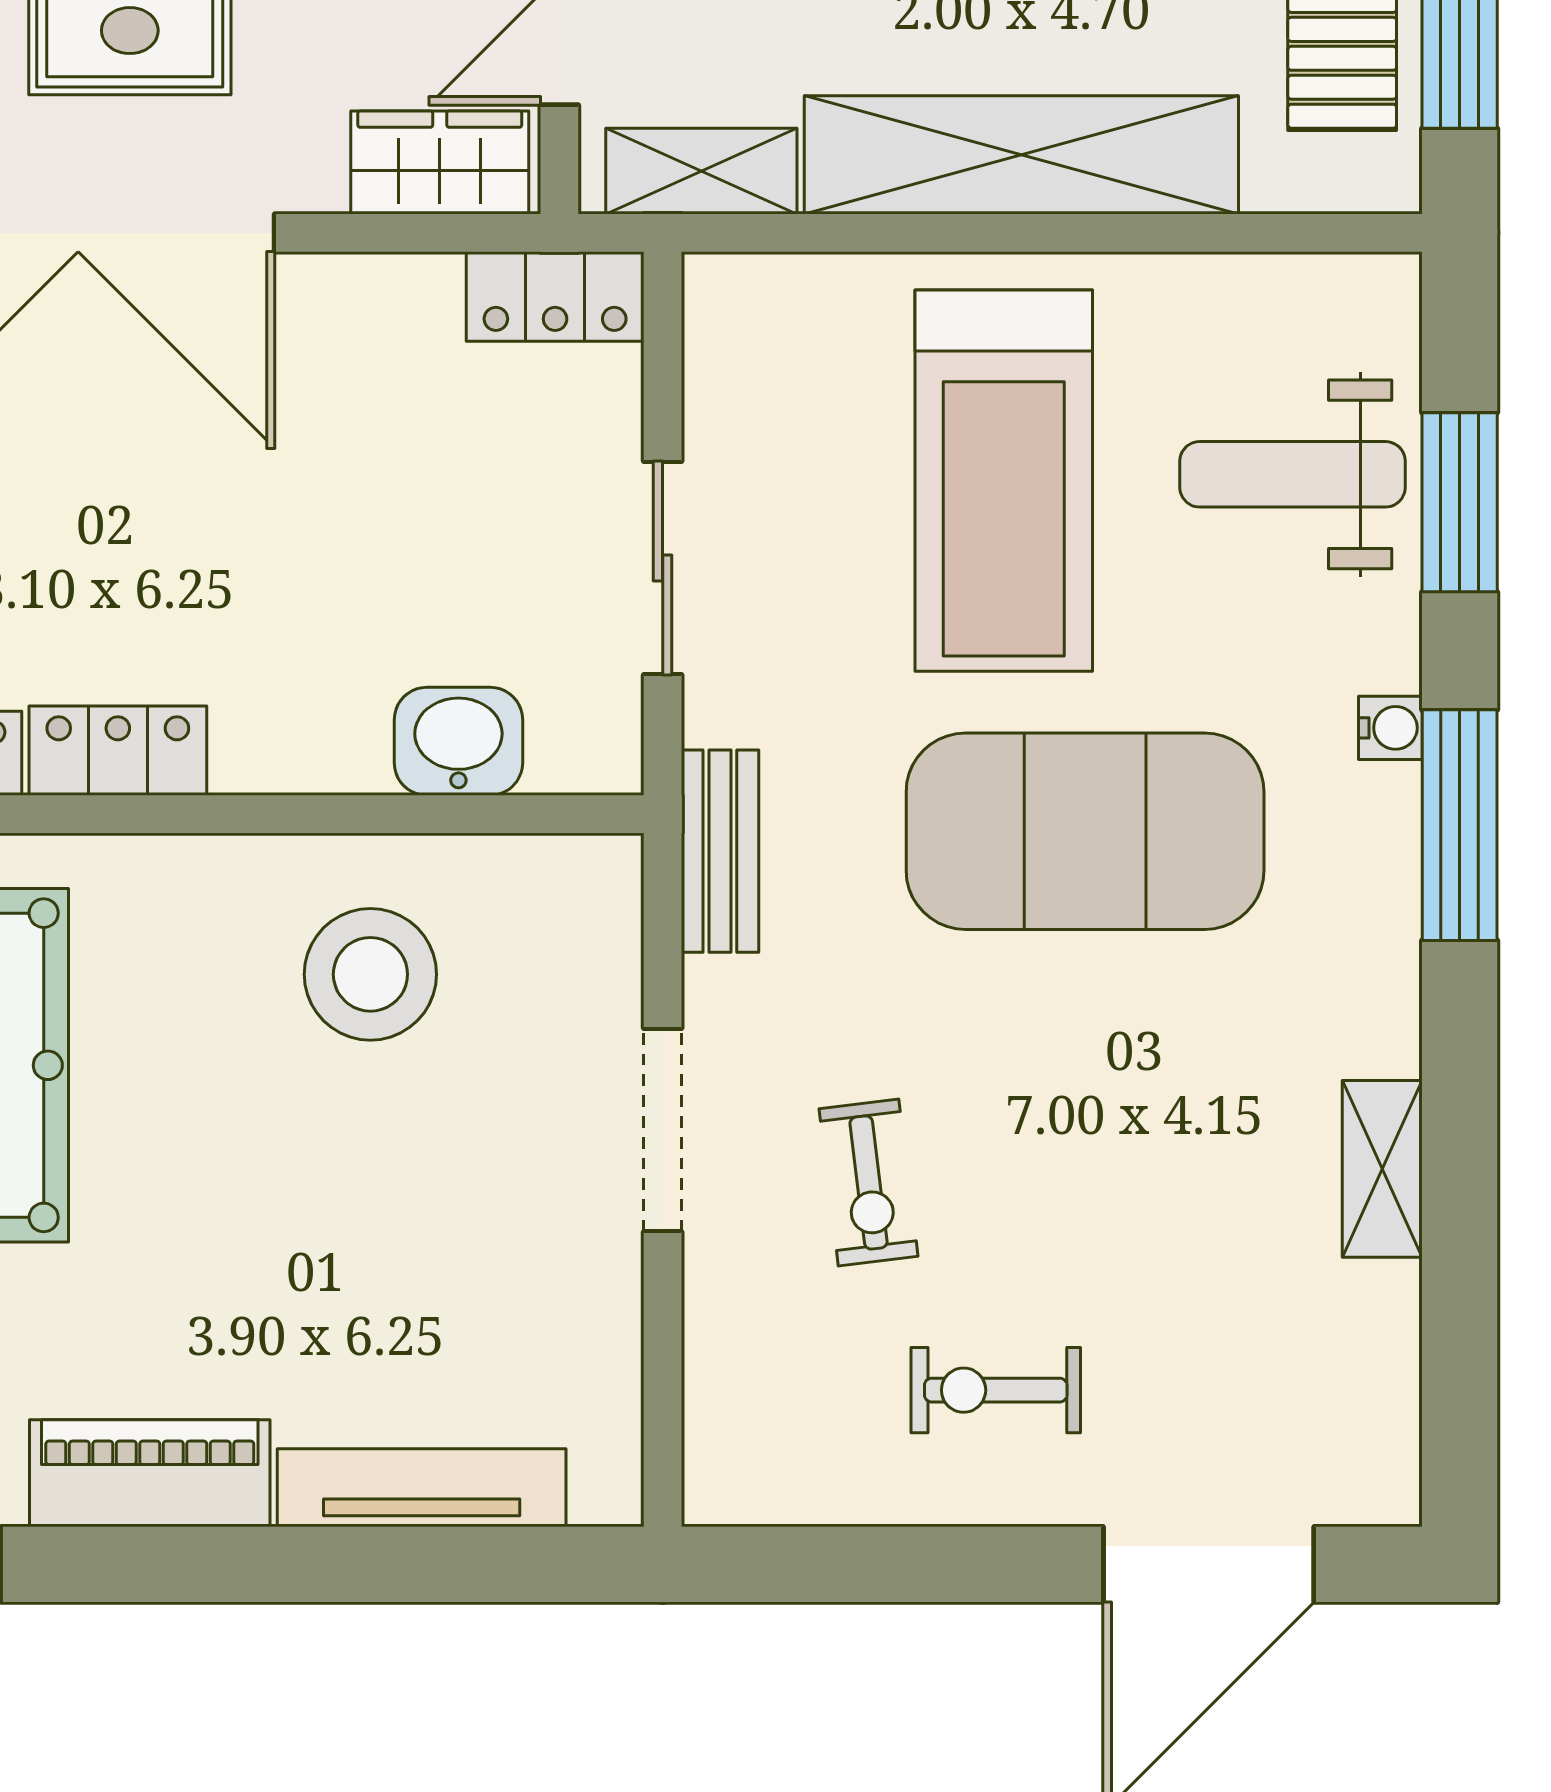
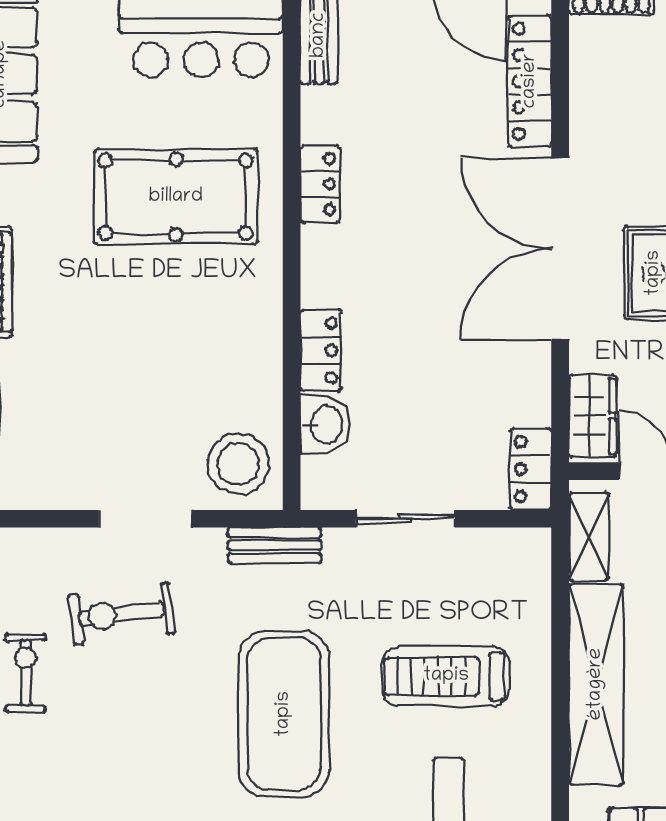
treadmill: (1004, 481) -> (446, 676), width x0.73, depth x0.73
locker: (118, 751) -> (321, 350), moved
stool: (370, 974) -> (238, 464), moved
exercise bike: (869, 1182) -> (122, 614), width x1.38, depth x1.39

